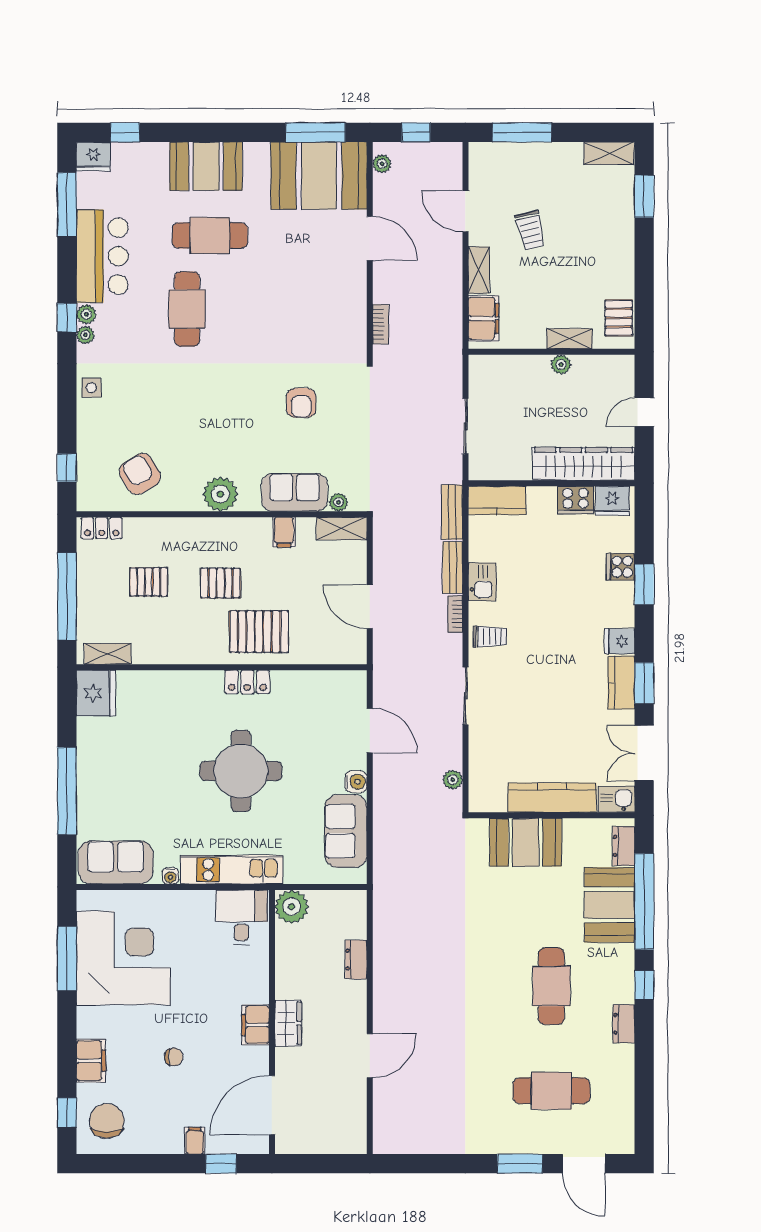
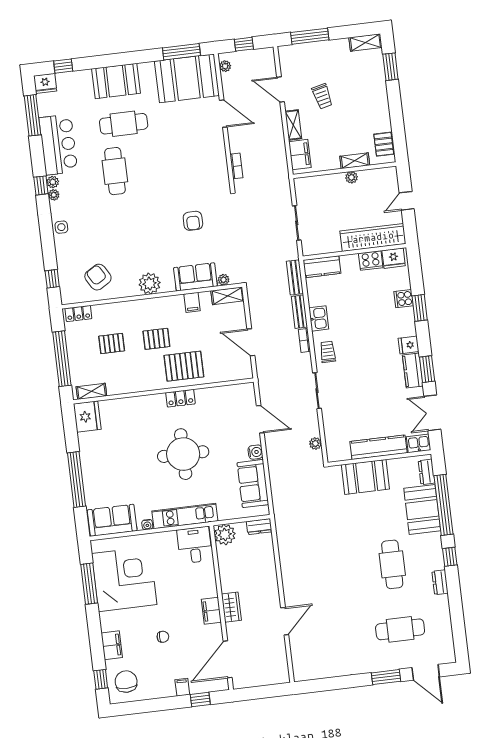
trolley: (490, 637) -> (328, 352), turned -90
dresser: (356, 960) -> (259, 527), moved, turned -90

